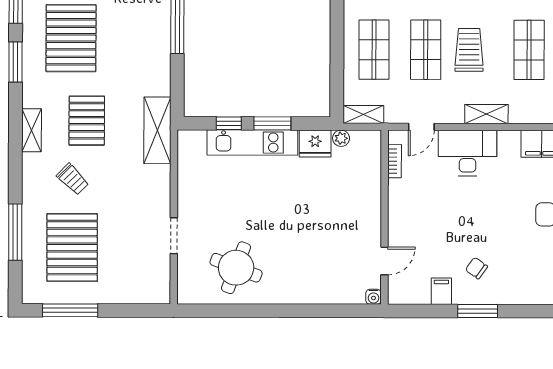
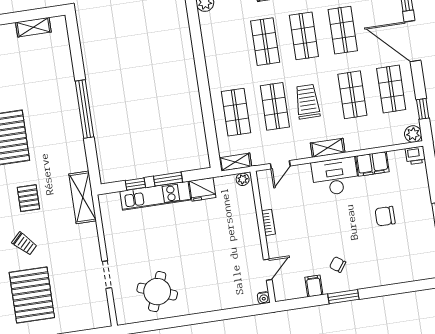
pallet: (87, 121) -> (28, 198), width x0.67, depth x0.71
plant: (341, 138) -> (243, 179), moved
desk: (467, 153) -> (335, 177), moved
bookcase: (395, 161) -> (268, 222), moved

